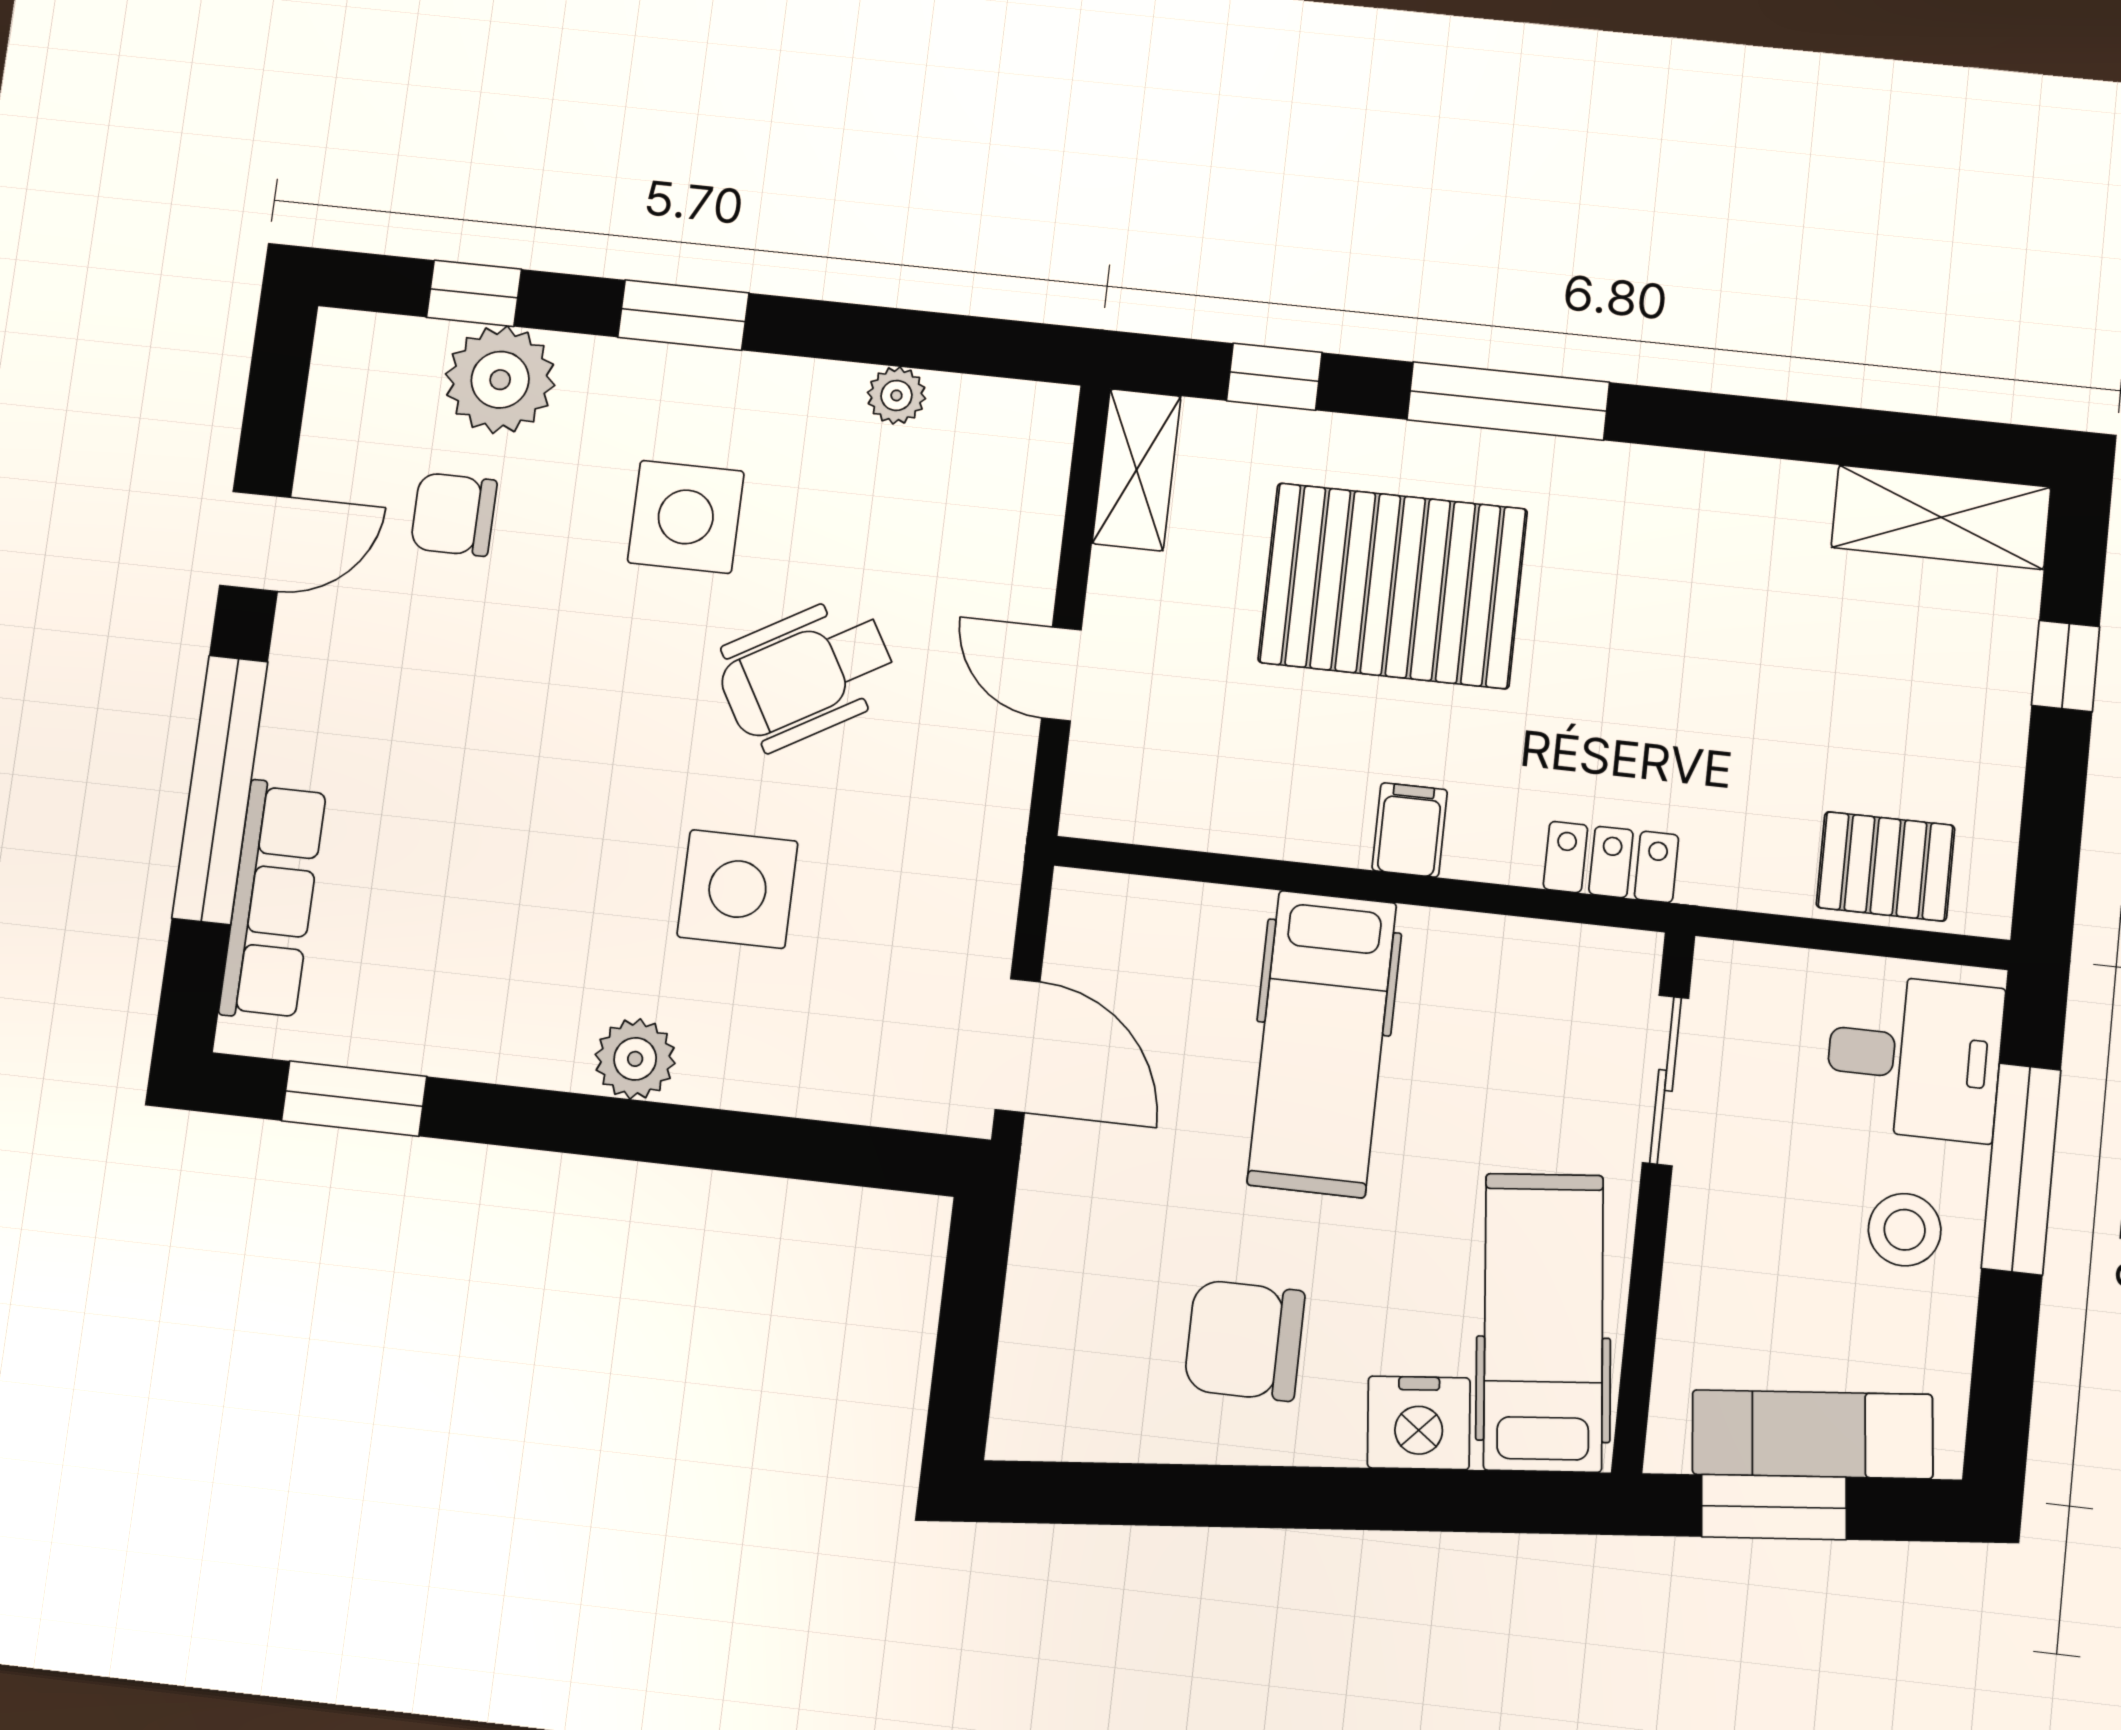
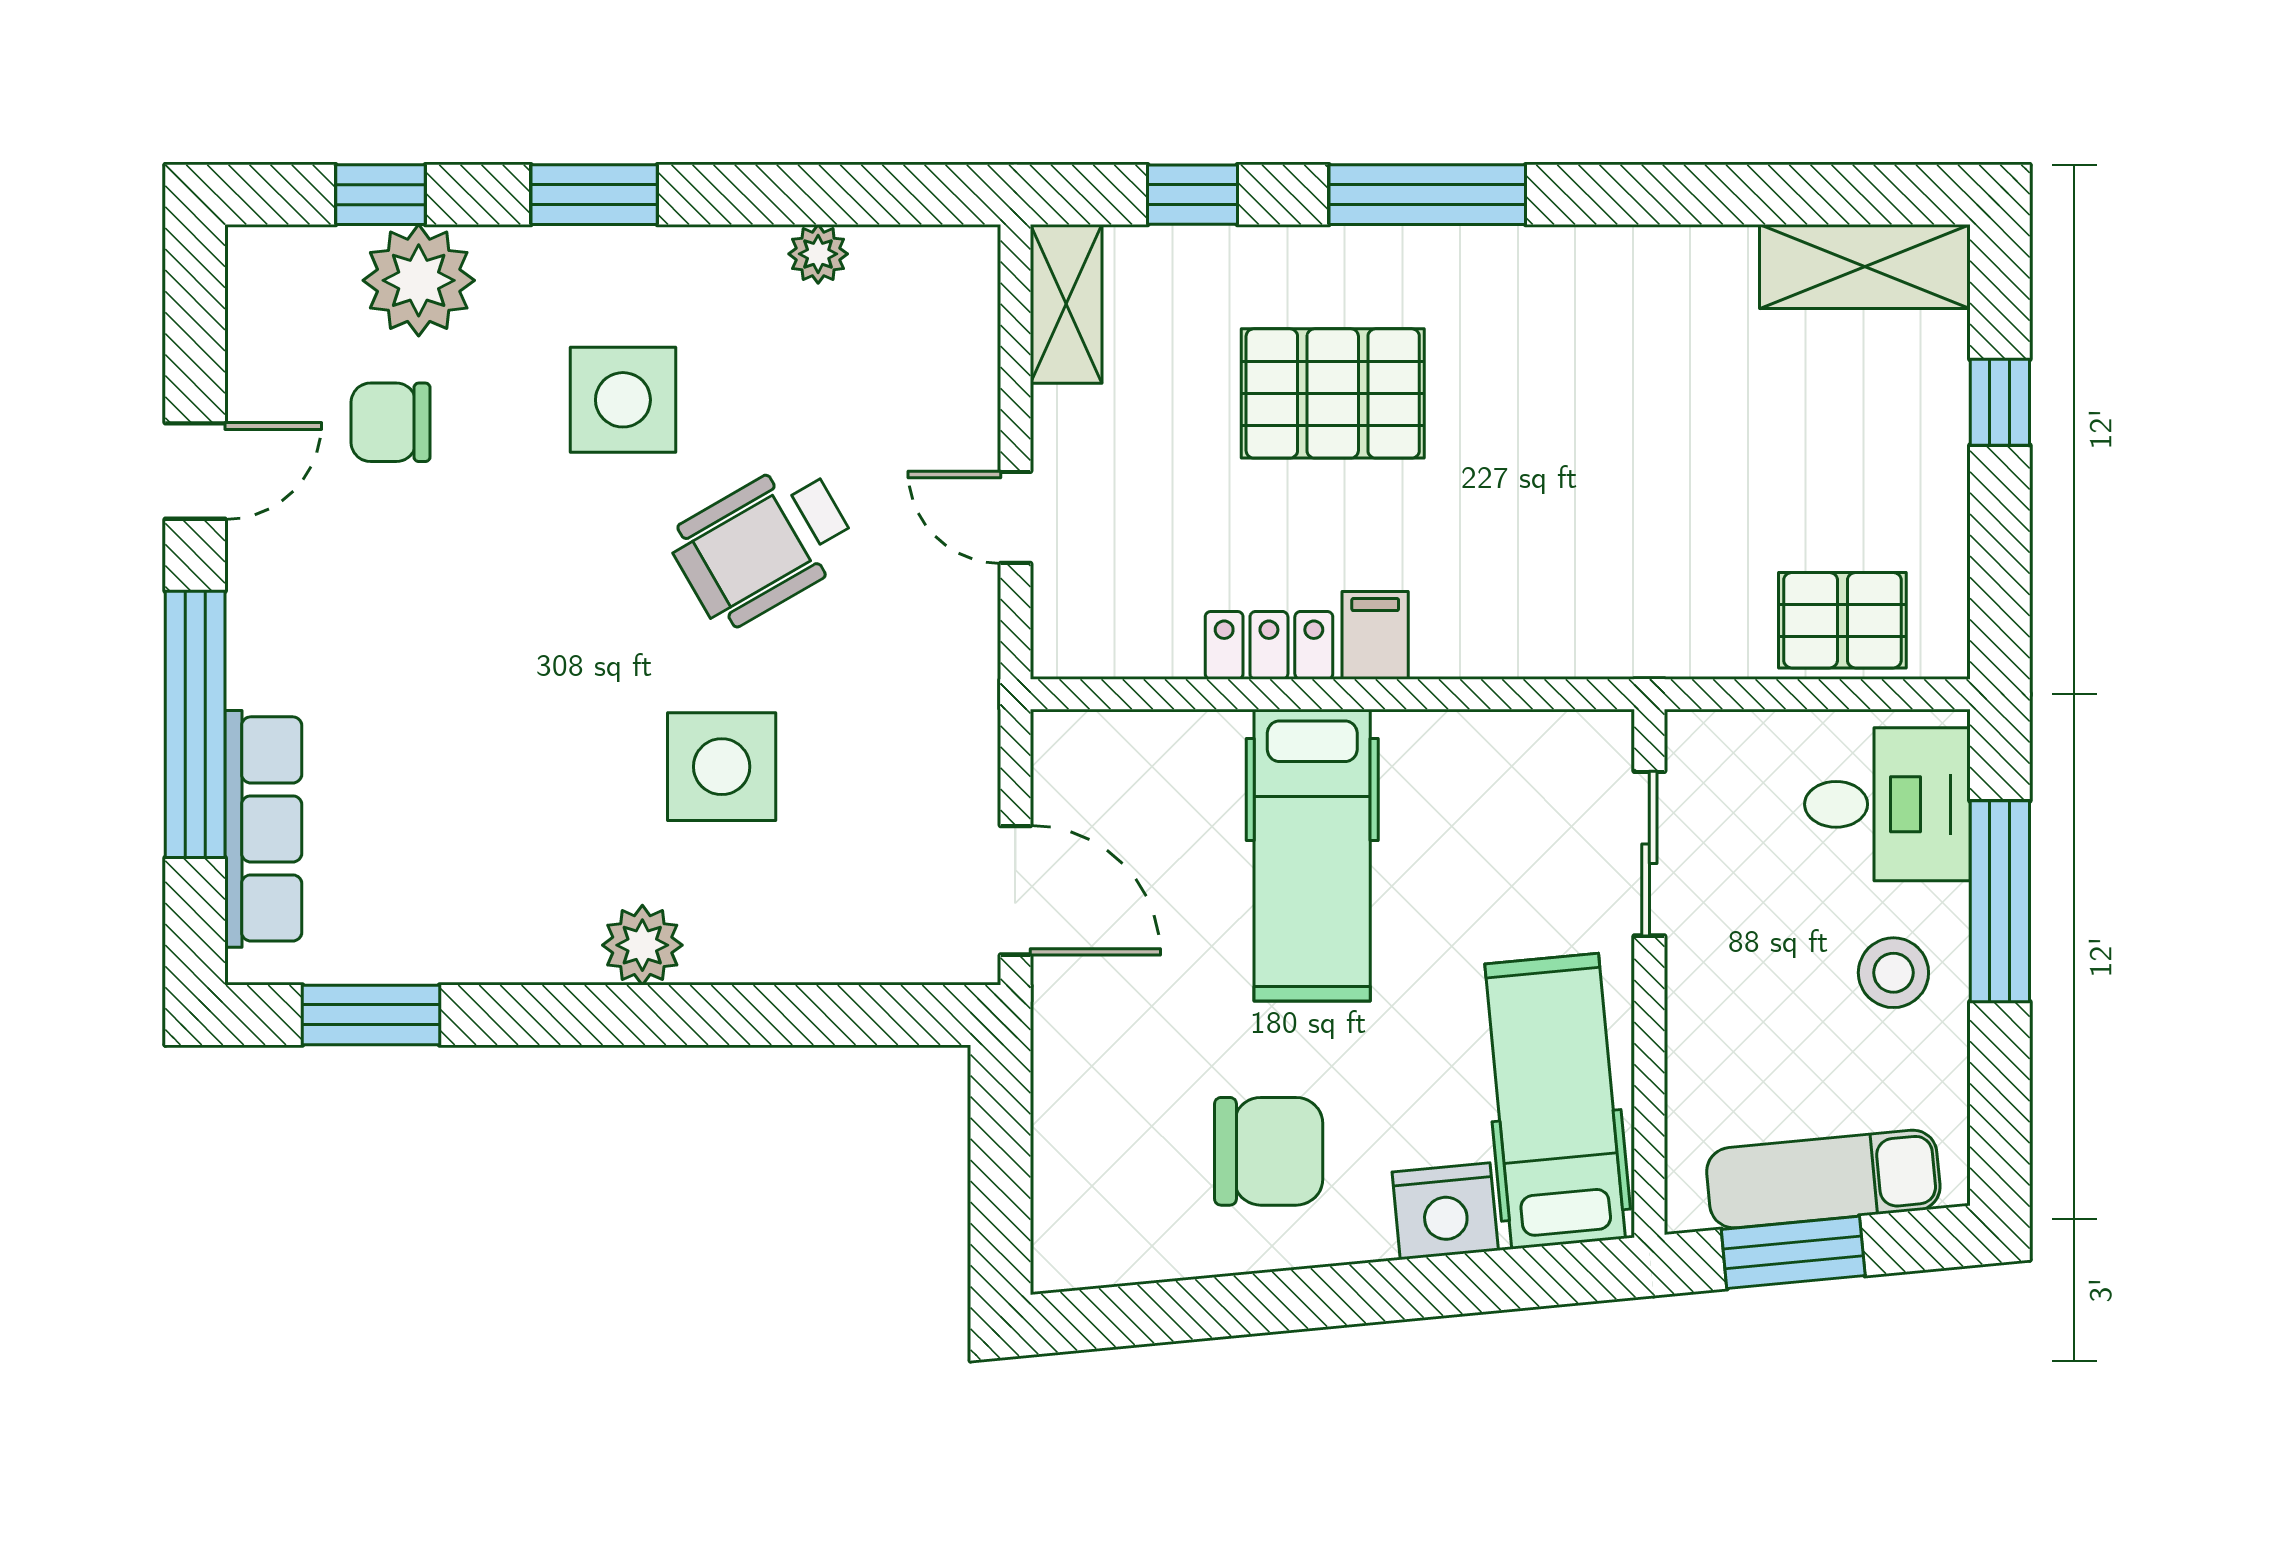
pallet: (1393, 586) -> (1333, 393), width x0.73, depth x0.71
locker: (1611, 862) -> (1269, 645), moved
chair: (1244, 1340) -> (1269, 1151), turned 180

